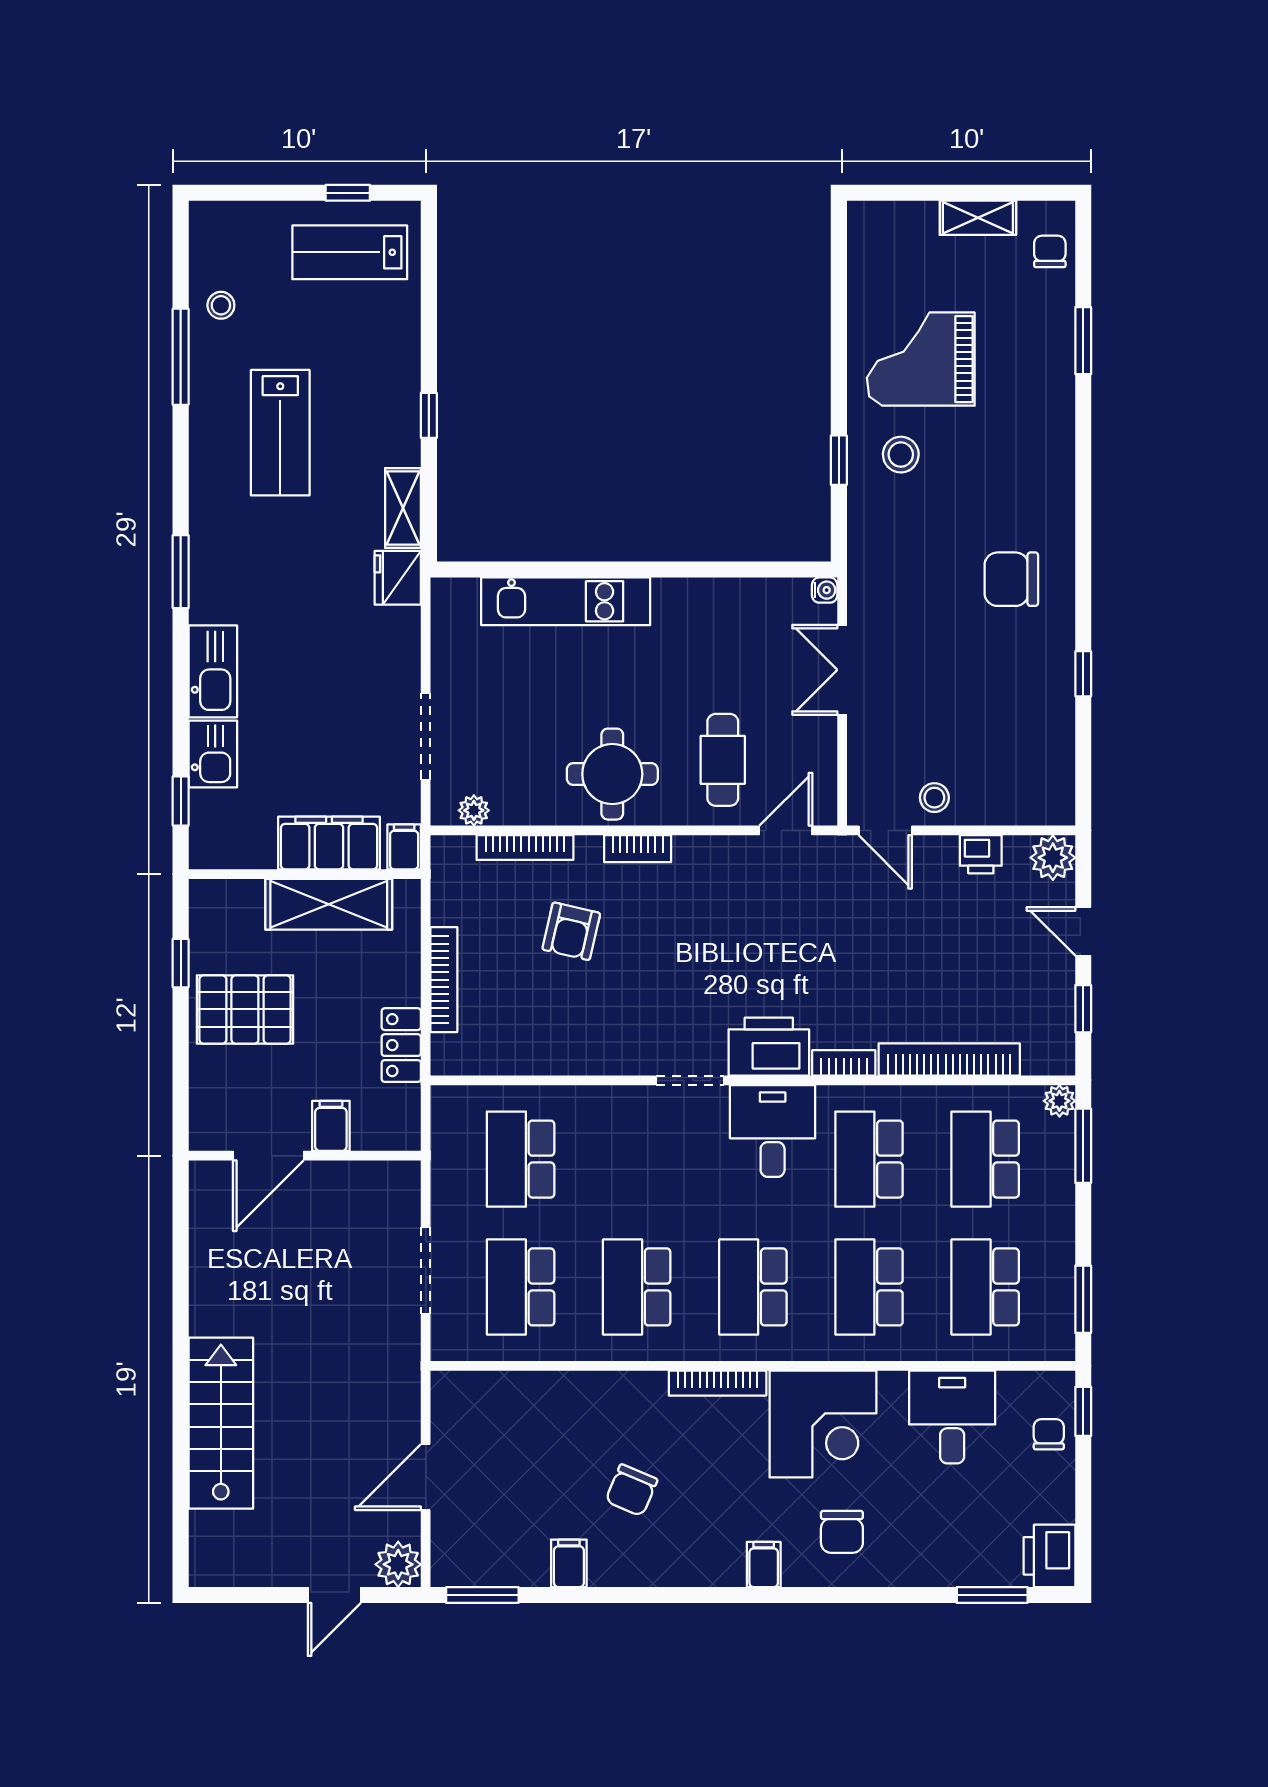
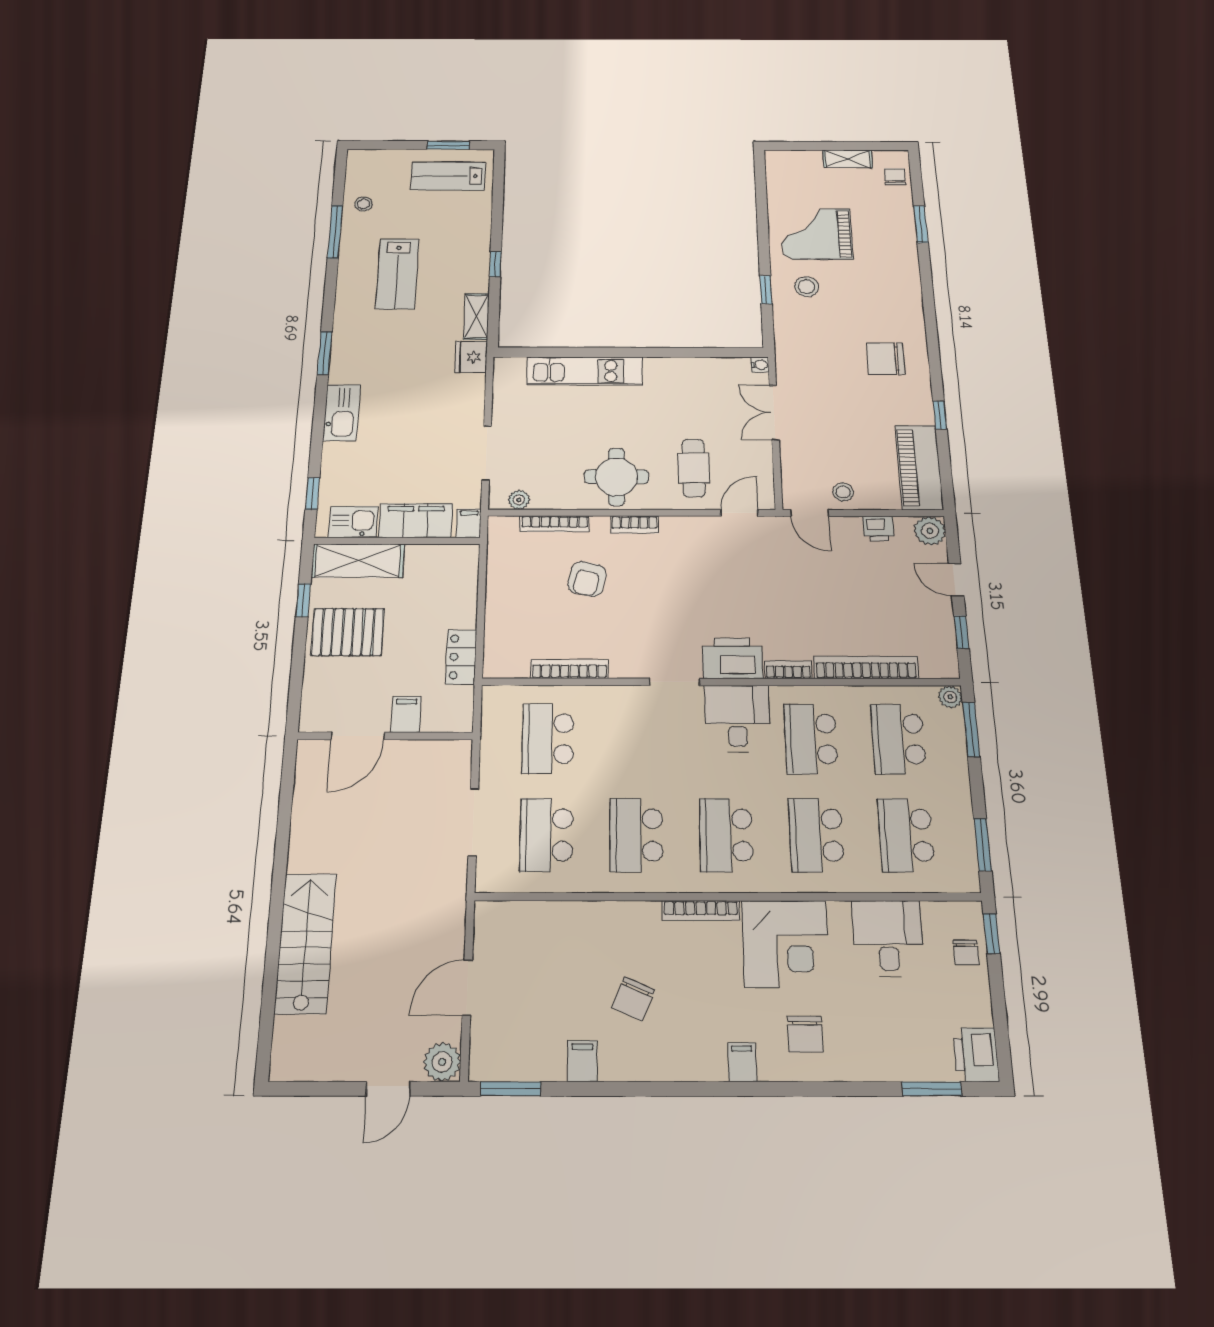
window: (348, 193) -> (448, 145), width x1.50
kitchen sink: (213, 754) -> (353, 522), moved, turned -90
piano: (1046, 758) -> (919, 467), added
shelving: (329, 904) -> (358, 561), moved
bookcase: (444, 980) -> (569, 669), moved, turned -90
chair: (1049, 1434) -> (966, 952), turned 180

